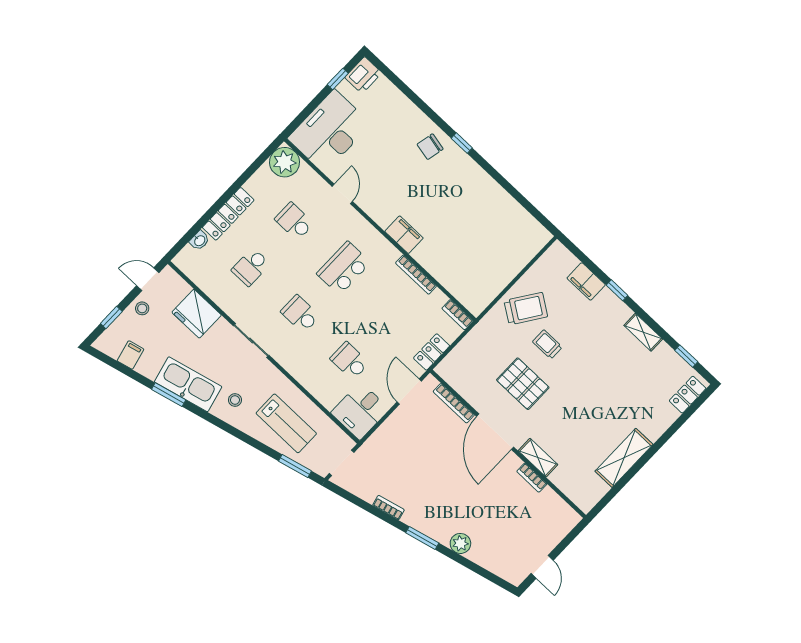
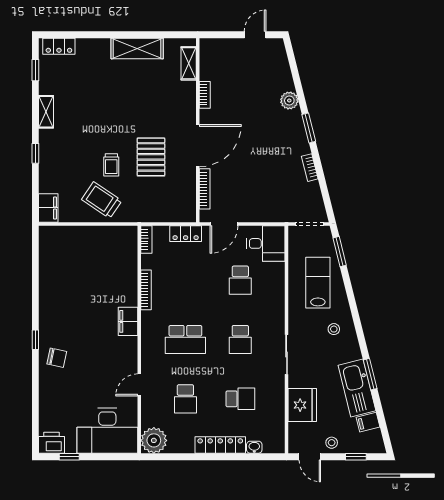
filing cabinet: (586, 281) -> (48, 208), moved
kitchen sink: (188, 384) -> (357, 388), moved
shelving: (538, 458) -> (189, 63), moved

